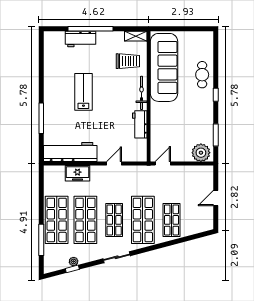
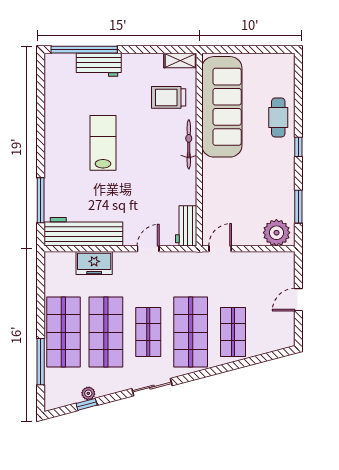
window: (90, 29) -> (84, 50), moved
trolley: (128, 61) -> (169, 97), turned 180
window: (41, 118) -> (41, 200), moved
workbench: (140, 124) -> (186, 226), moved

